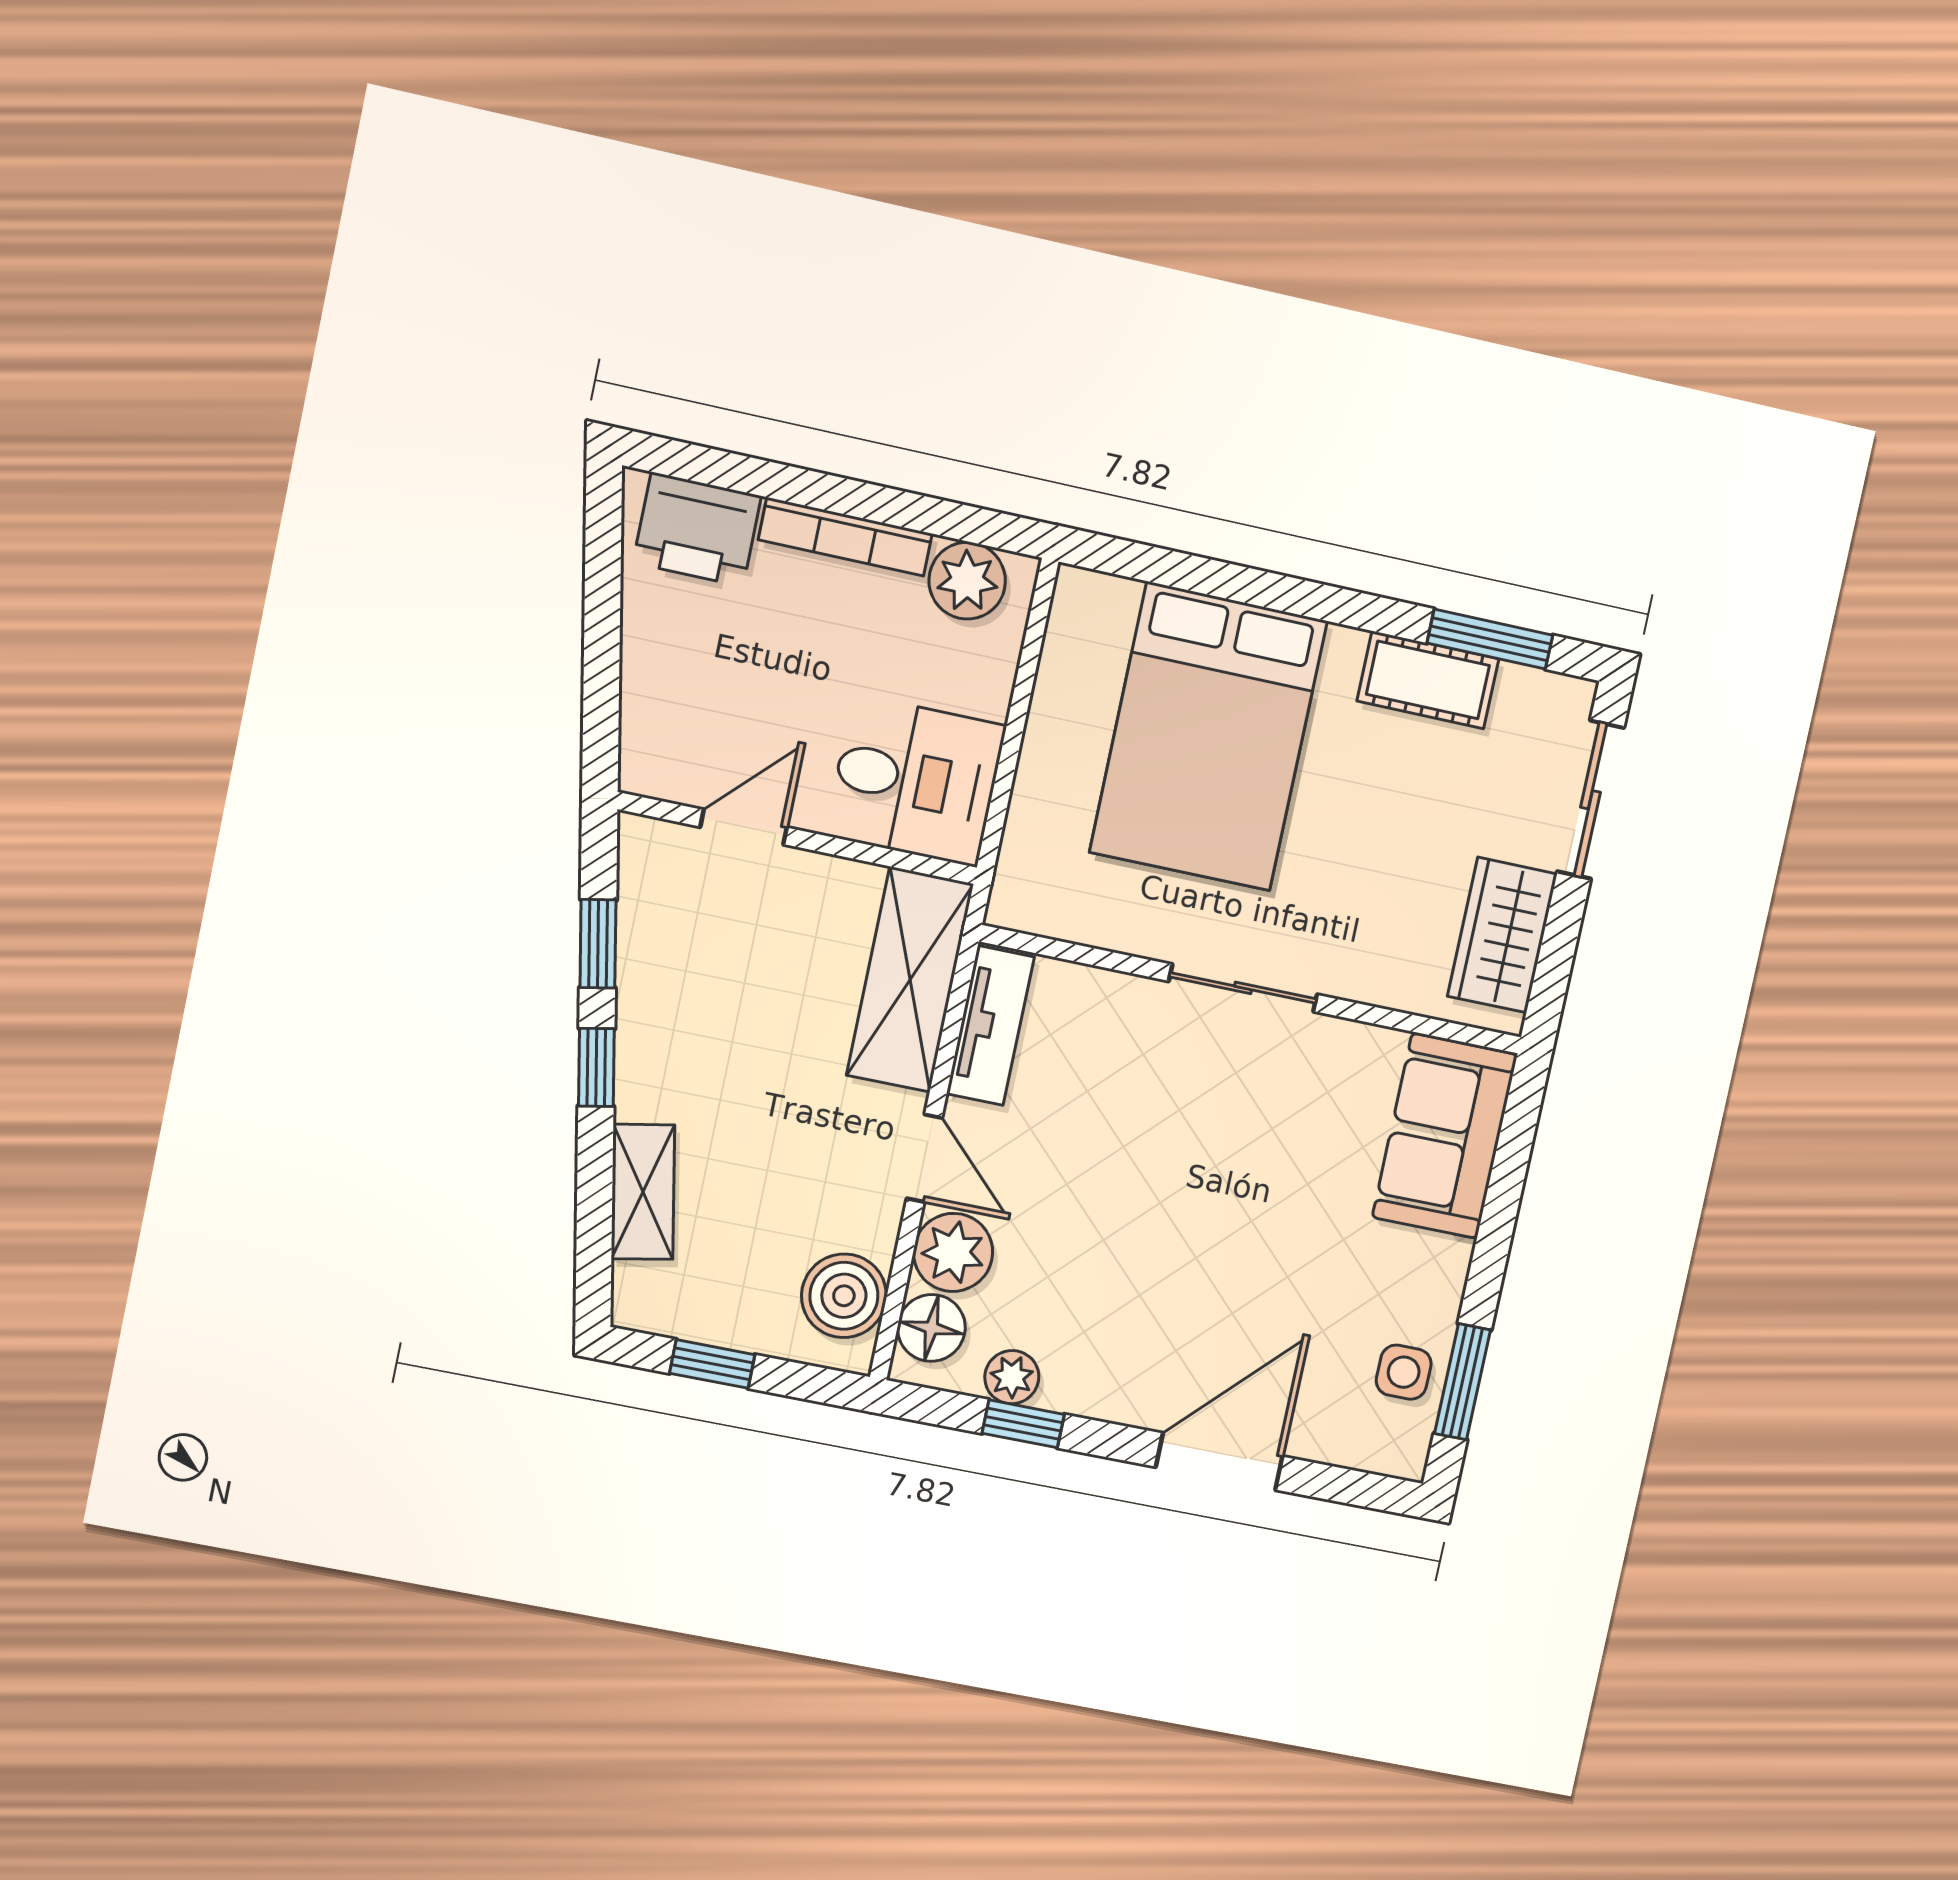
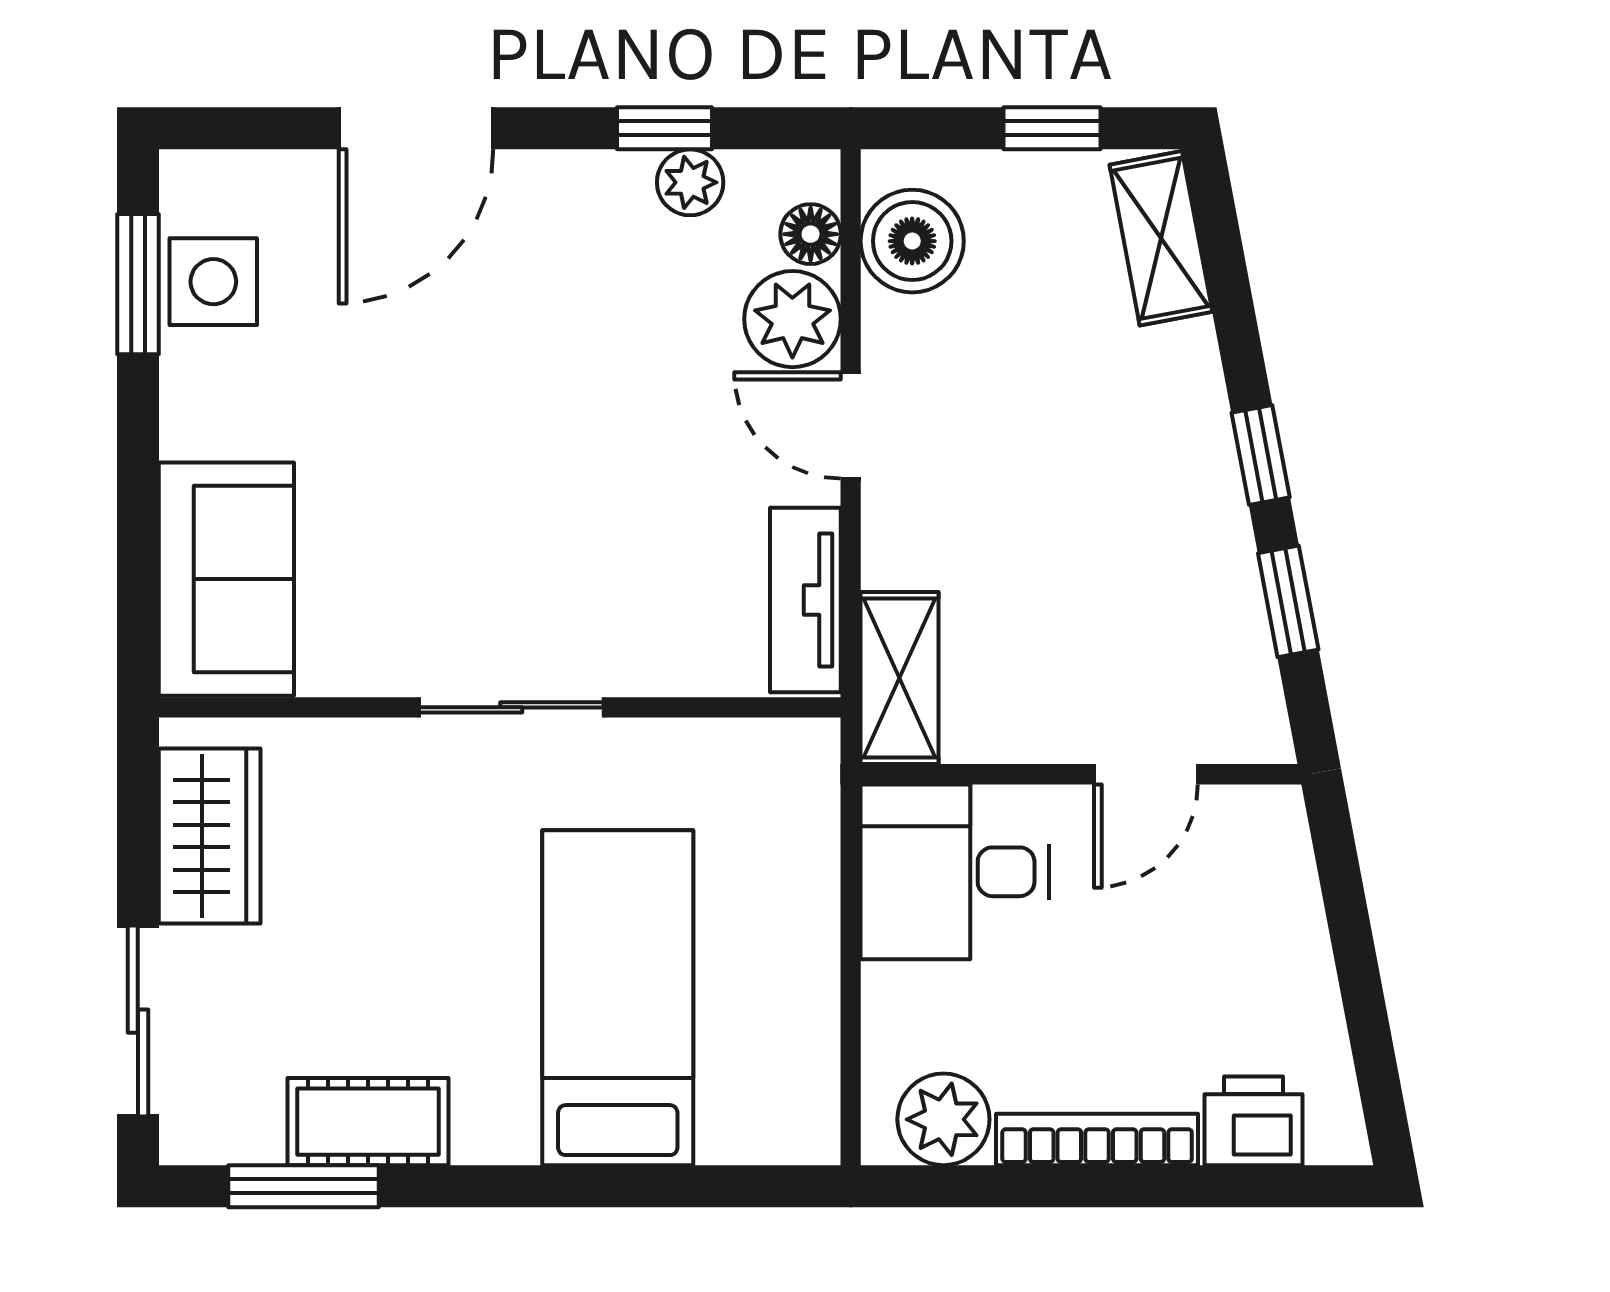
printer: (697, 529) -> (1254, 1121), width x0.73, depth x0.81
bed: (1208, 737) -> (618, 998), width x0.67
shelving: (910, 980) -> (899, 678), width x0.67, depth x0.75
shelving: (643, 1192) -> (1161, 238), moved
floor lamp: (931, 1328) -> (811, 234), width x0.73, depth x0.73
side table: (1404, 1372) -> (213, 282), width x1.37, depth x1.37

